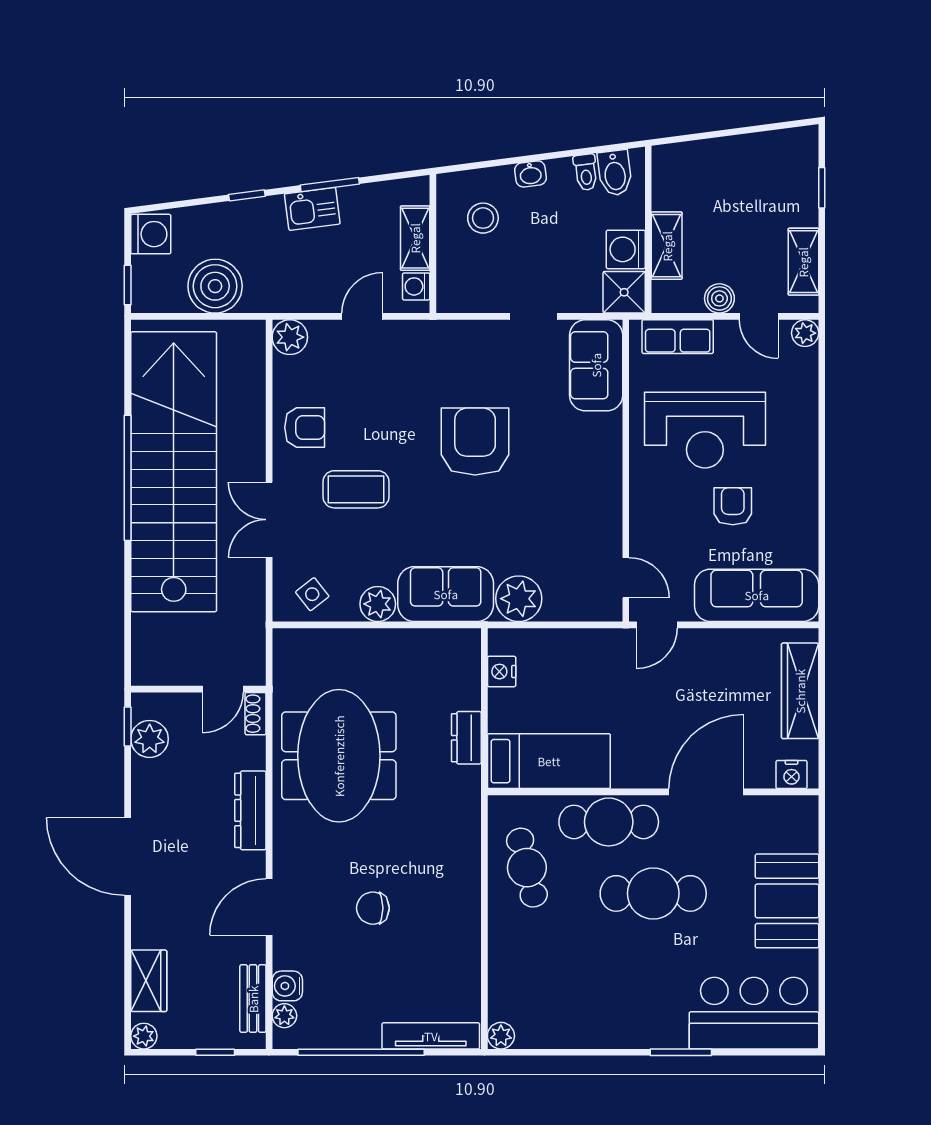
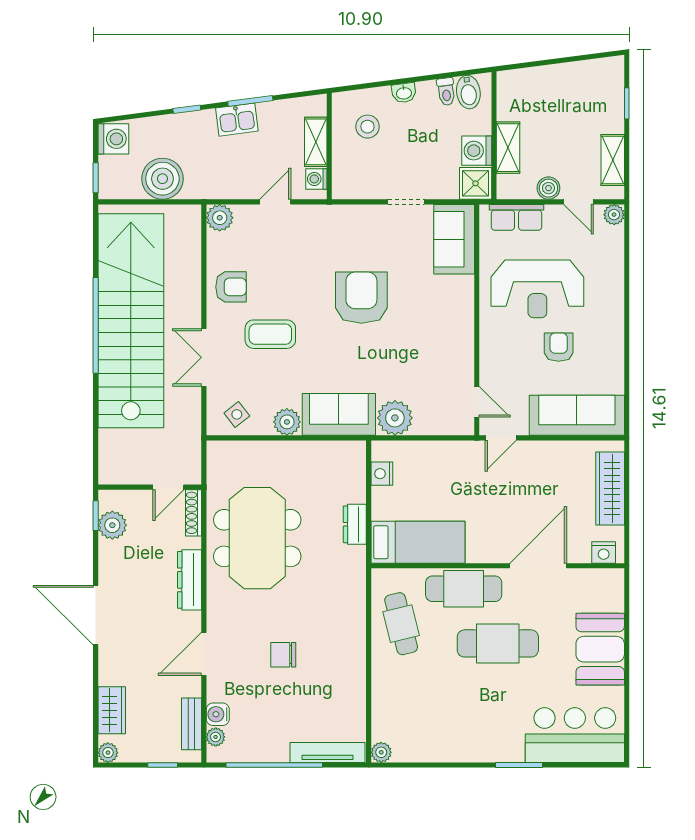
shoe rack: (256, 714) -> (193, 513), width x1.43

